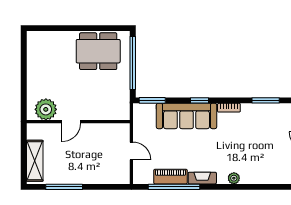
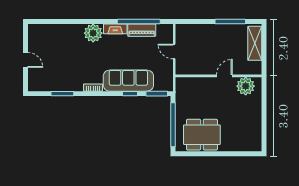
window: (200, 100) -> (130, 94), moved
plant: (234, 178) -> (93, 33), width x1.87, depth x1.87

